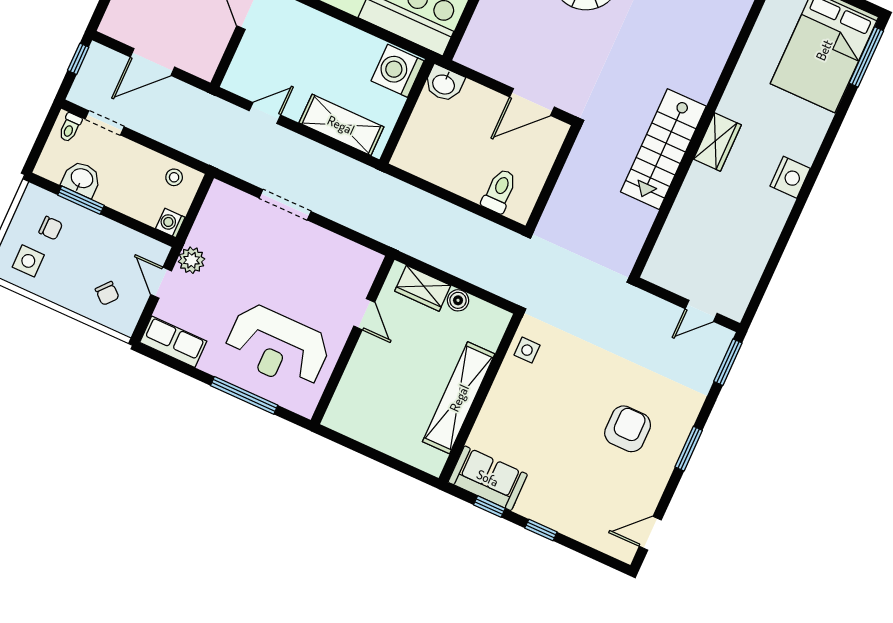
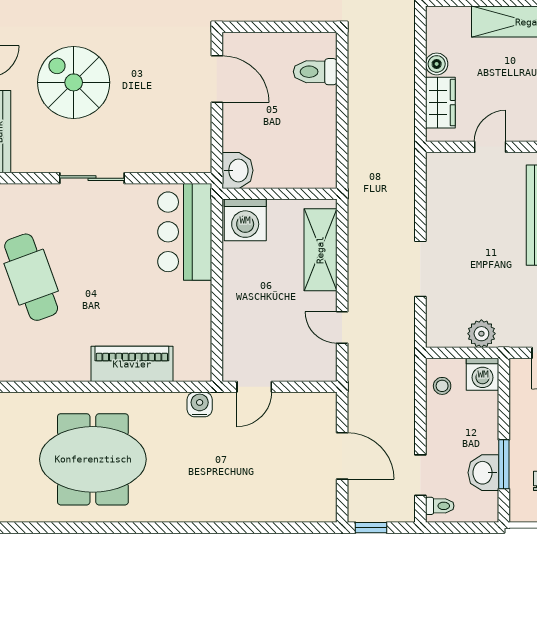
washing machine: (170, 223) -> (483, 374), width x1.38, depth x1.38
plant: (192, 260) -> (481, 334), moved

